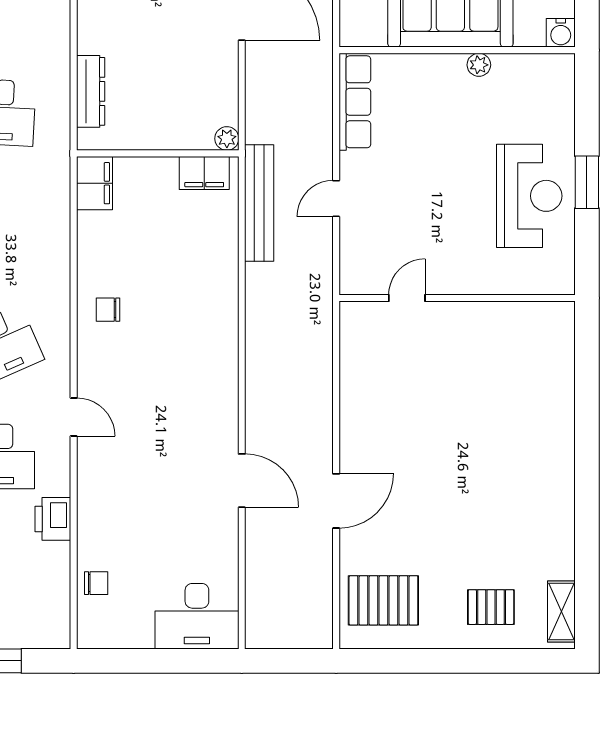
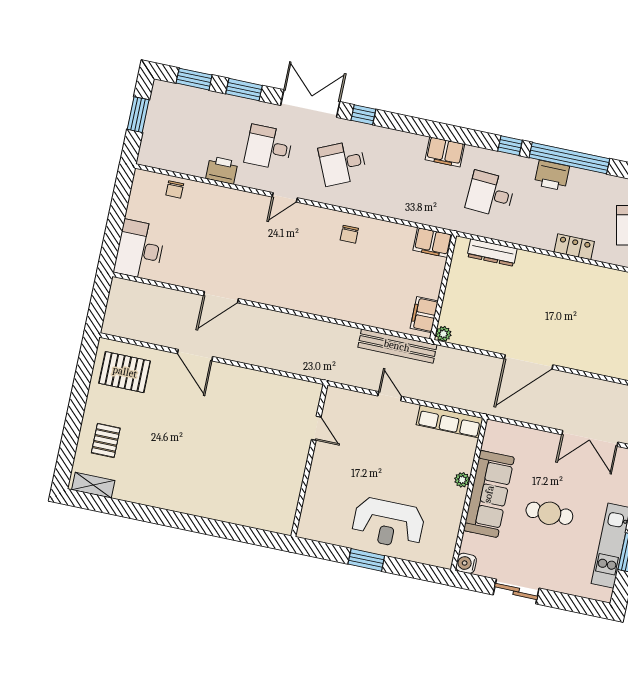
plant: (479, 65) -> (462, 480), moved
reception desk: (529, 196) -> (388, 523), moved
chair: (108, 310) -> (349, 234), turned 180
pallet: (383, 600) -> (125, 372), turned 90

